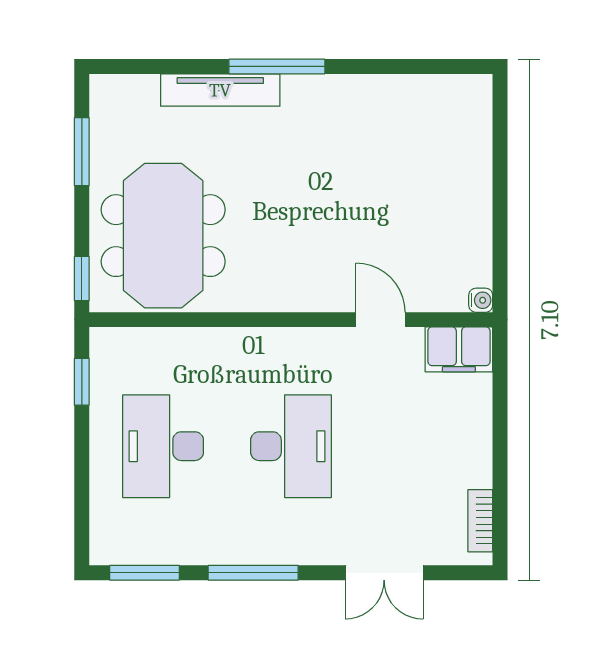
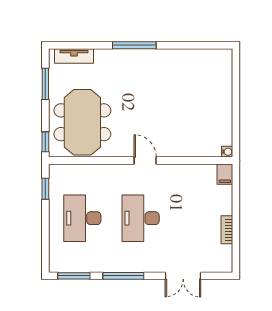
tv unit: (220, 90) -> (74, 56), moved, width x0.71
door: (380, 320) -> (145, 161), moved
filing cabinet: (459, 349) -> (225, 174), width x0.50
desk: (291, 446) -> (141, 218), turned 180
bookcase: (480, 521) -> (227, 230), moved

